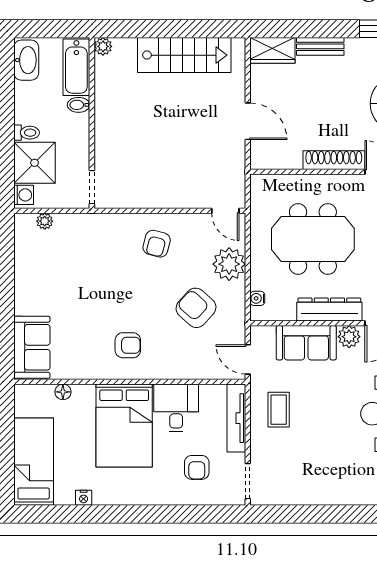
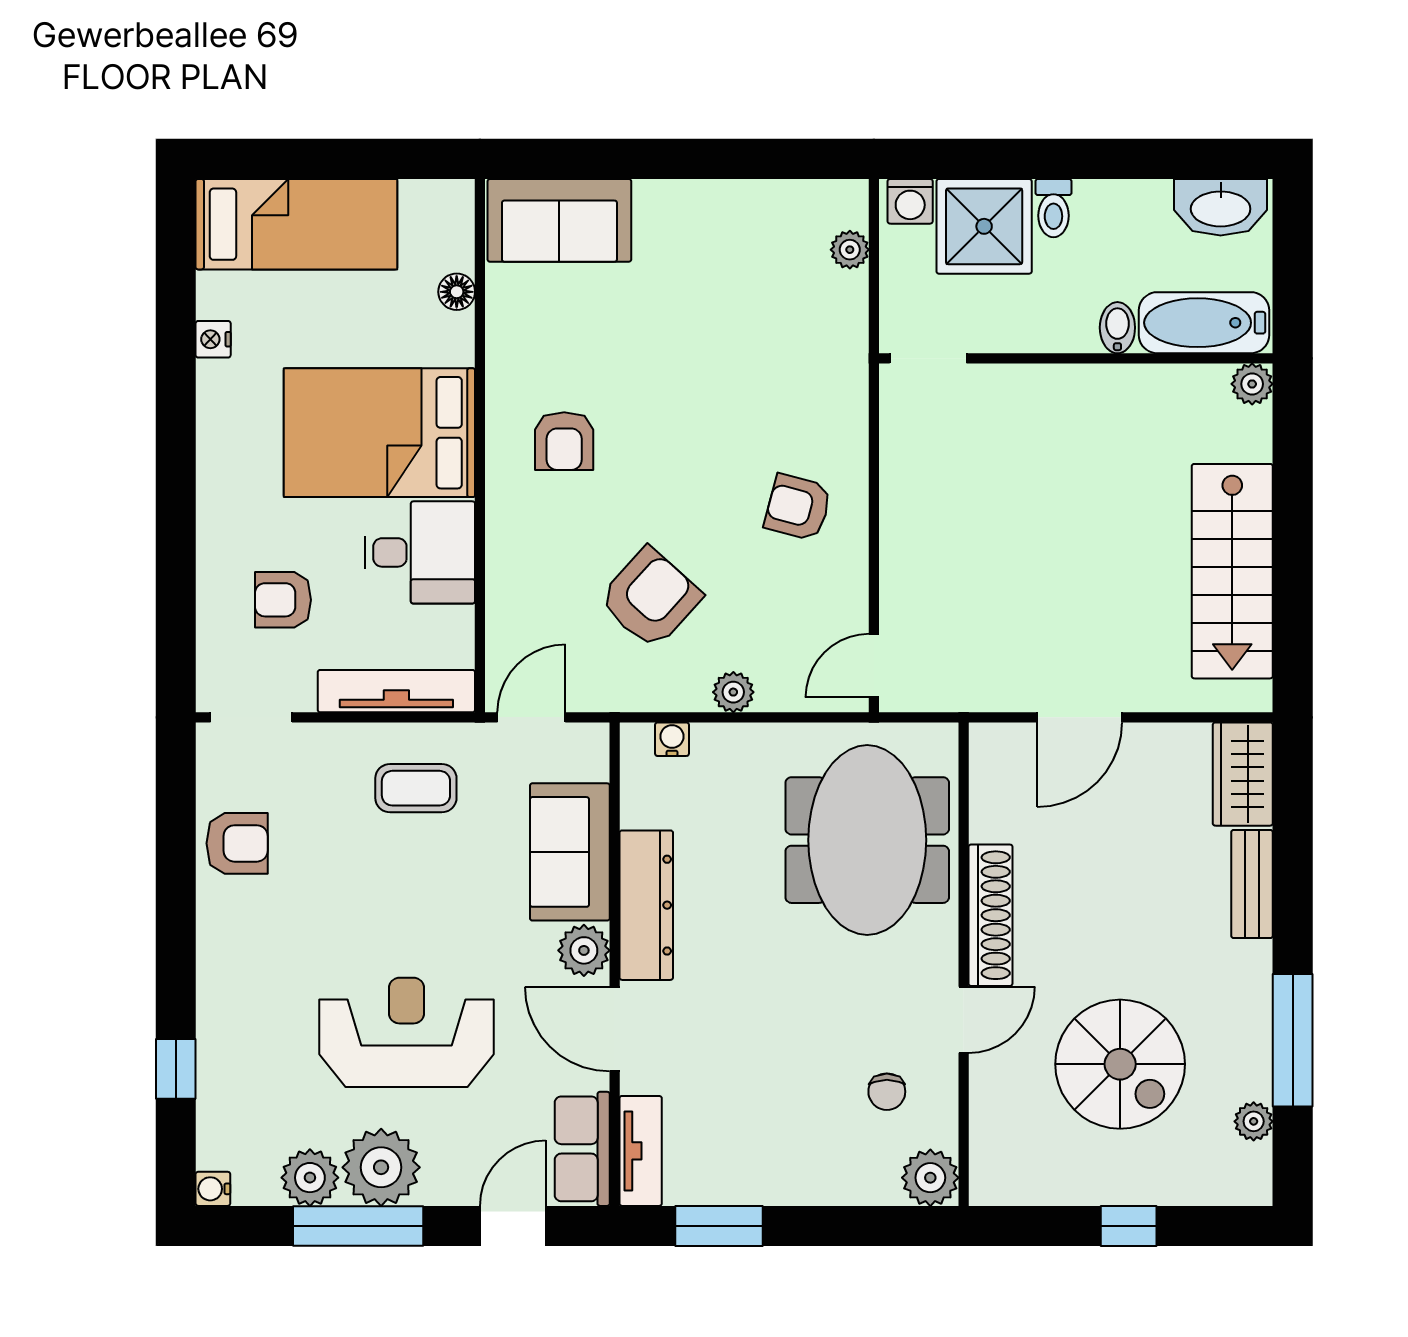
meeting table: (313, 239) -> (867, 840), moved
plant: (229, 264) -> (733, 692), width x0.53, depth x0.53
armchair: (303, 487) -> (237, 843), added

